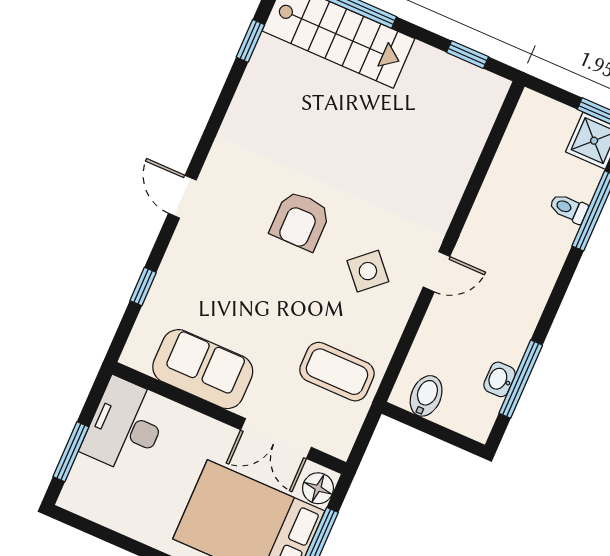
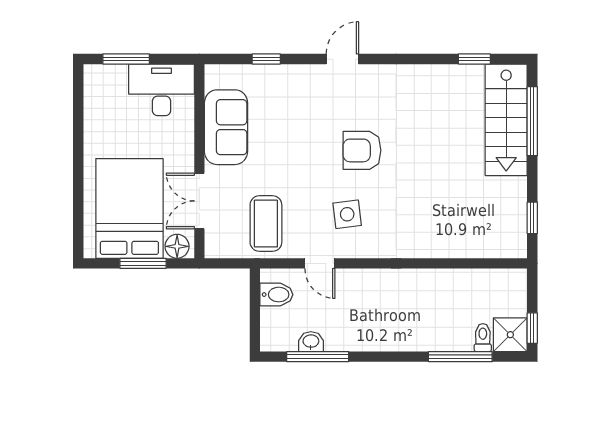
toilet: (569, 208) -> (483, 338), moved
side table: (368, 271) -> (347, 214), turned 35
door: (437, 272) -> (320, 263), moved

